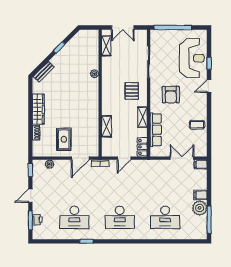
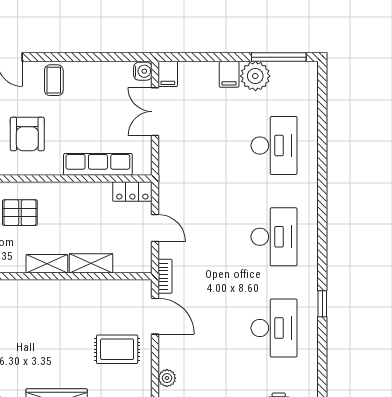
armchair: (171, 95) -> (27, 134), turned 90
shelving: (142, 117) -> (47, 264), moved
coffee table: (197, 125) -> (54, 80), moved
water cooler: (202, 152) -> (143, 71), added

